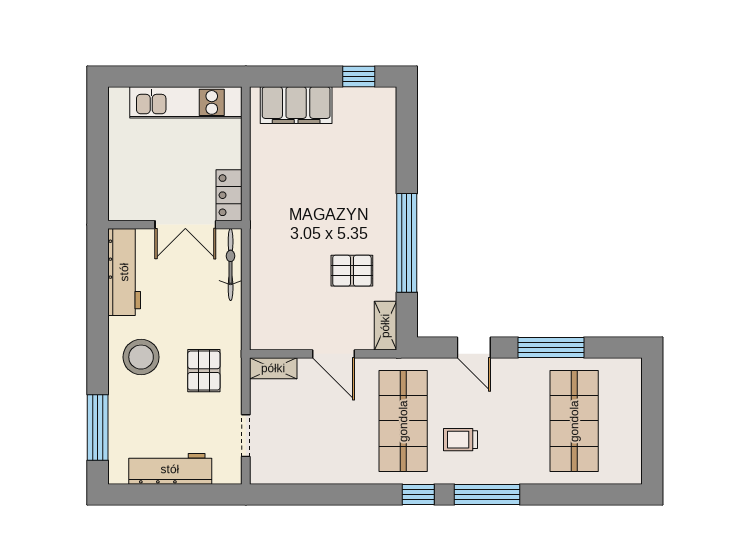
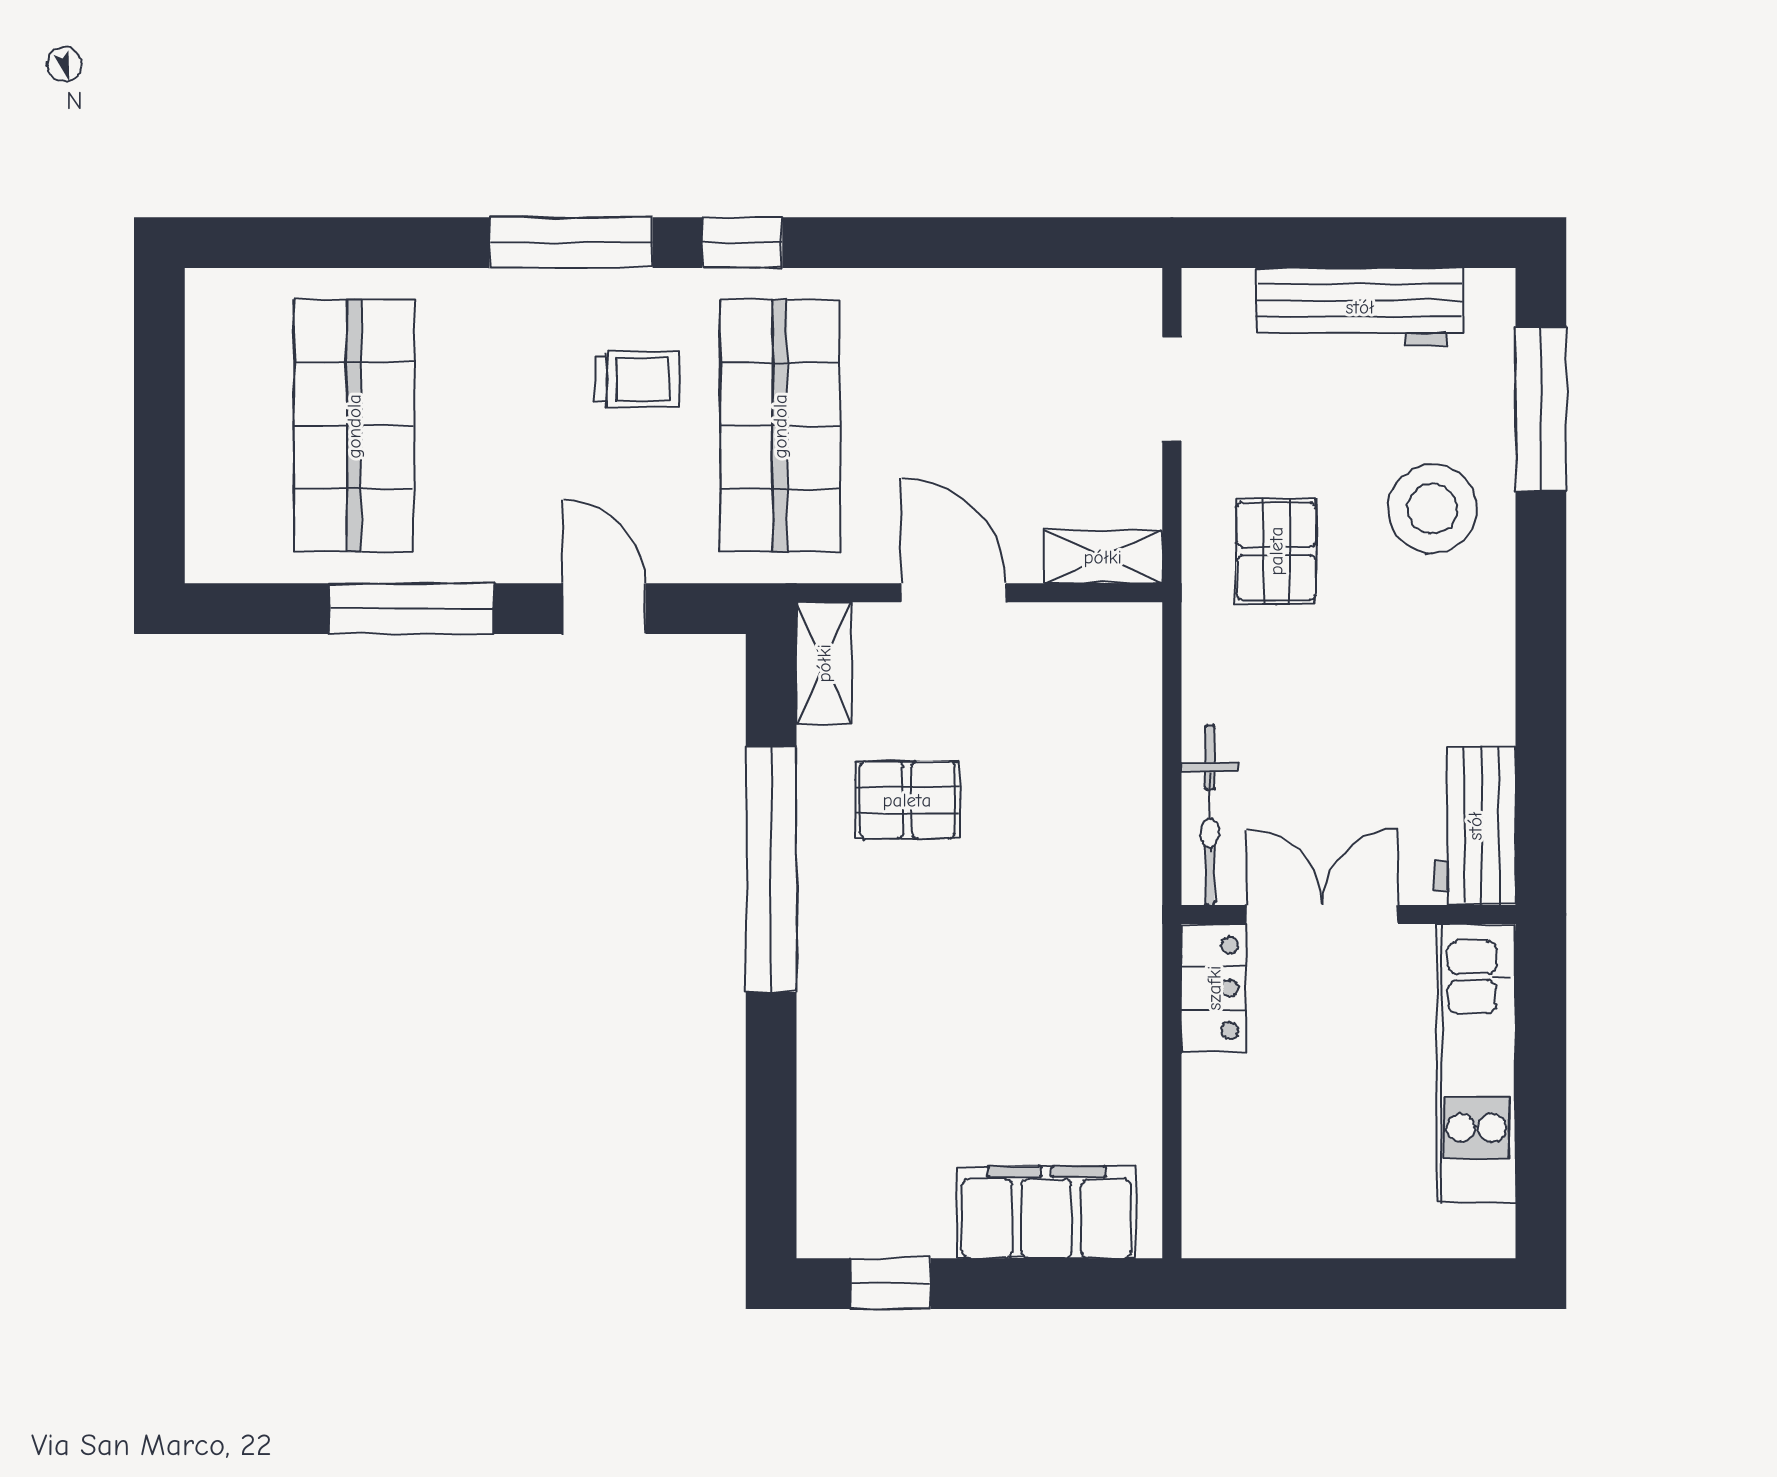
kitchen unit: (186, 102) -> (1476, 1064), moved, turned -90
workbench: (124, 272) -> (1475, 826), width x0.73
stool: (141, 357) -> (1432, 509), moved

